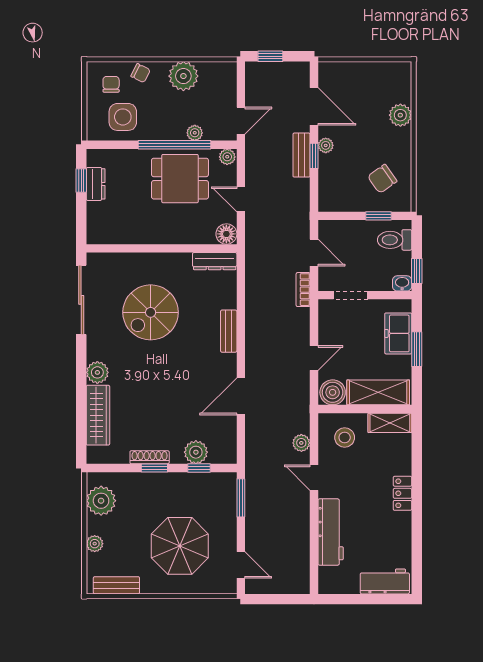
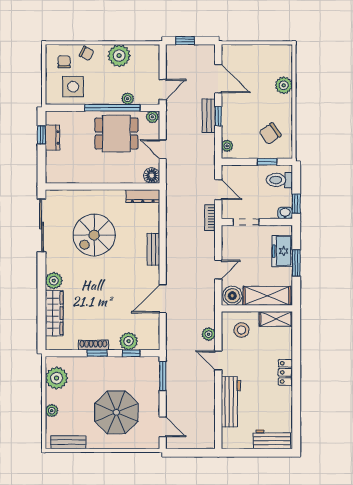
plant: (326, 145) -> (227, 146), moved

